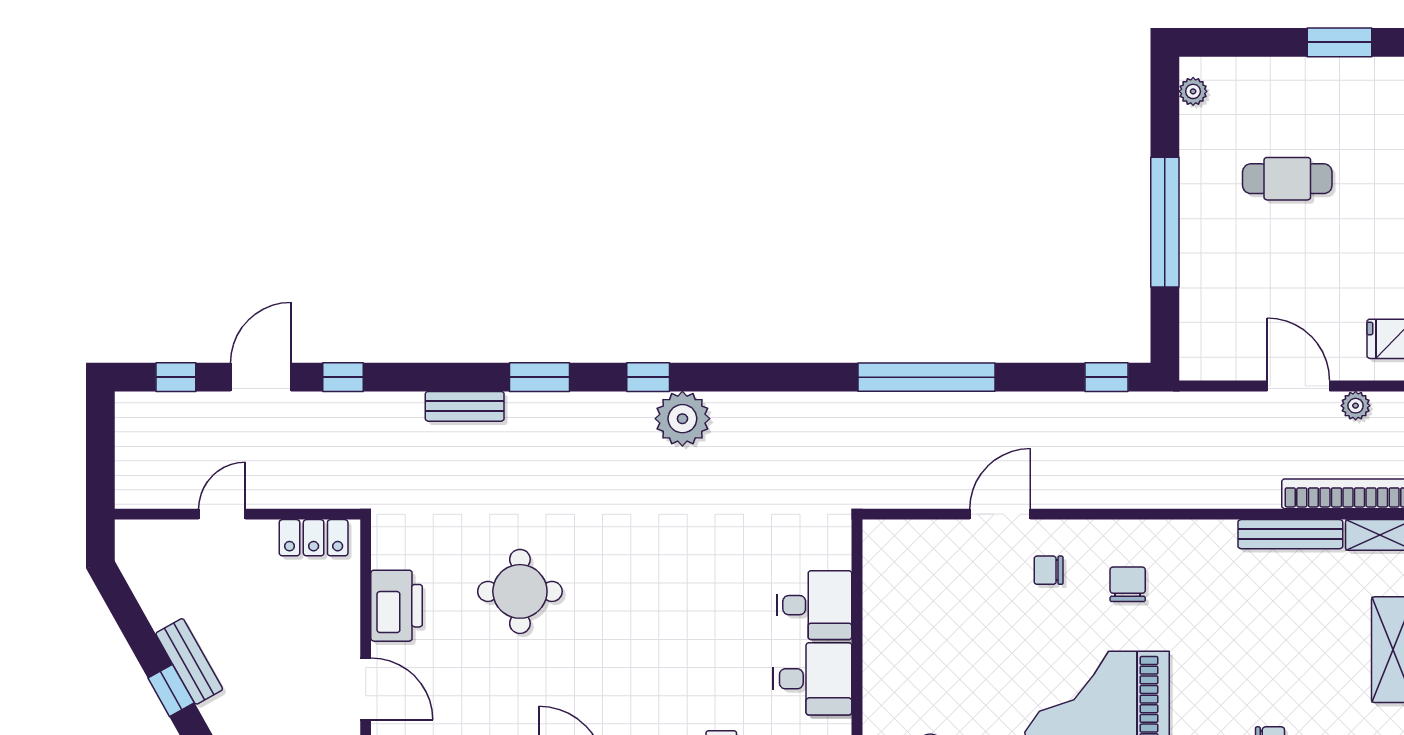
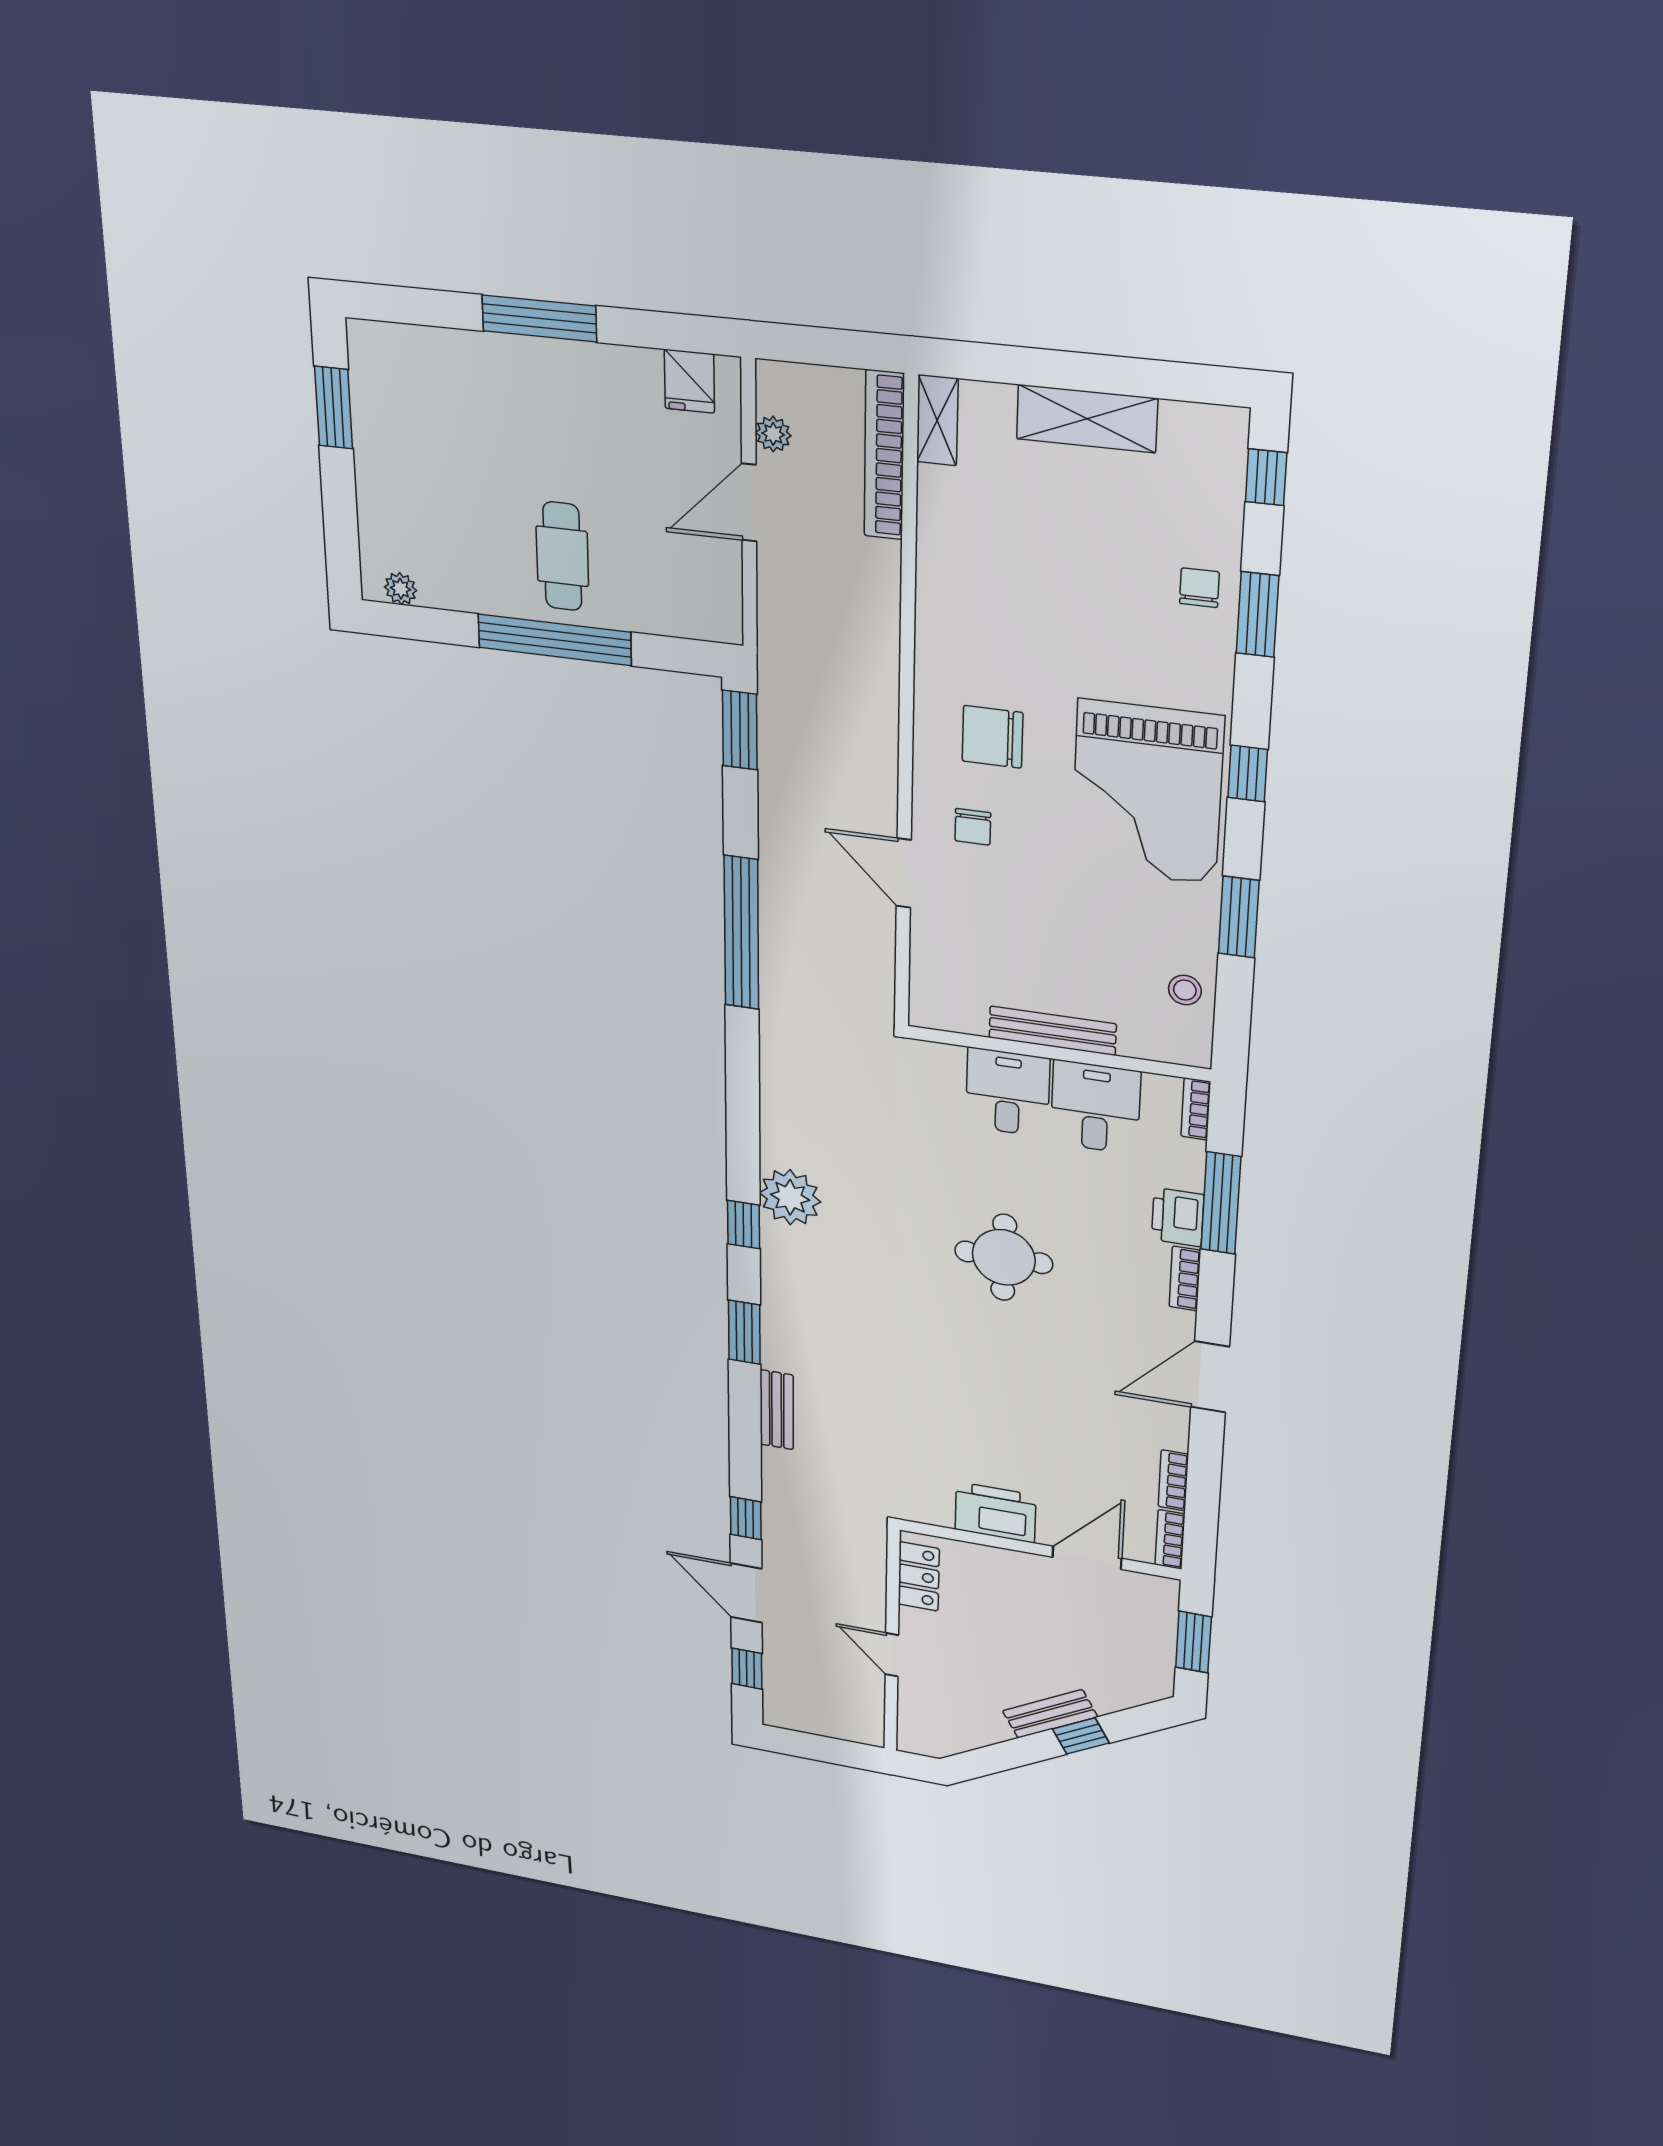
cafe table: (1287, 179) -> (562, 556), moved
window: (1107, 377) -> (740, 730), width x1.50
bench: (1290, 534) -> (1052, 1031), moved, turned 90
chair: (1128, 584) -> (993, 737), width x1.37, depth x1.37
round table: (520, 591) -> (1004, 1257), moved

